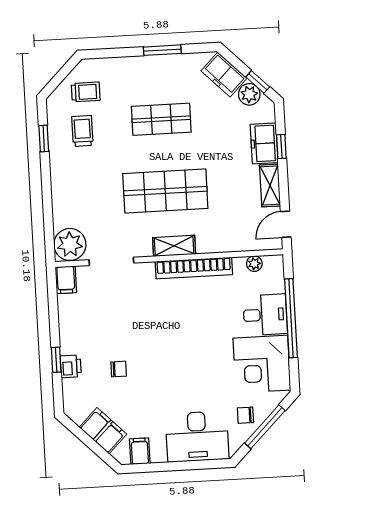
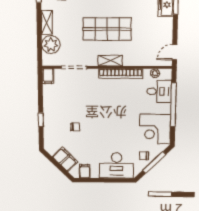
shelving: (270, 186) -> (47, 23), moved
plant: (70, 244) -> (51, 45), moved
desk: (265, 315) -> (159, 91), moved
printer: (71, 366) -> (49, 124), removed

